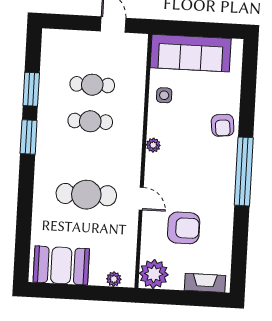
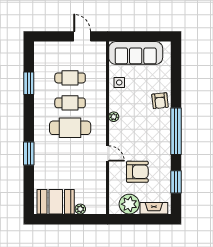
window: (29, 137) -> (29, 154), moved
cafe table: (86, 195) -> (70, 128), moved
window: (240, 246) -> (176, 182), added
plant: (154, 274) -> (129, 204), moved
plant: (114, 279) -> (80, 209), moved

